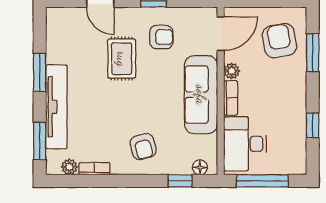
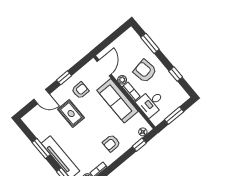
armchair: (279, 41) -> (145, 71), moved
desk: (245, 144) -> (151, 103), width x0.73
armchair: (143, 147) -> (111, 143), turned 104
window: (262, 181) -> (174, 116), width x0.69

